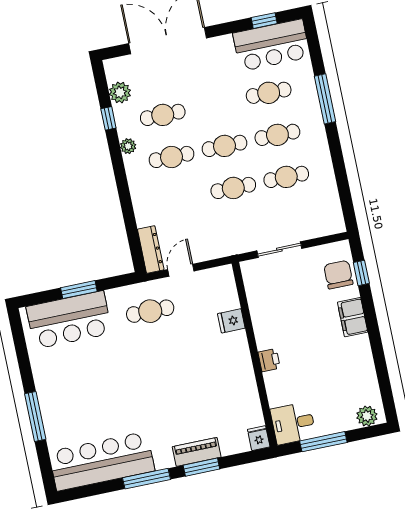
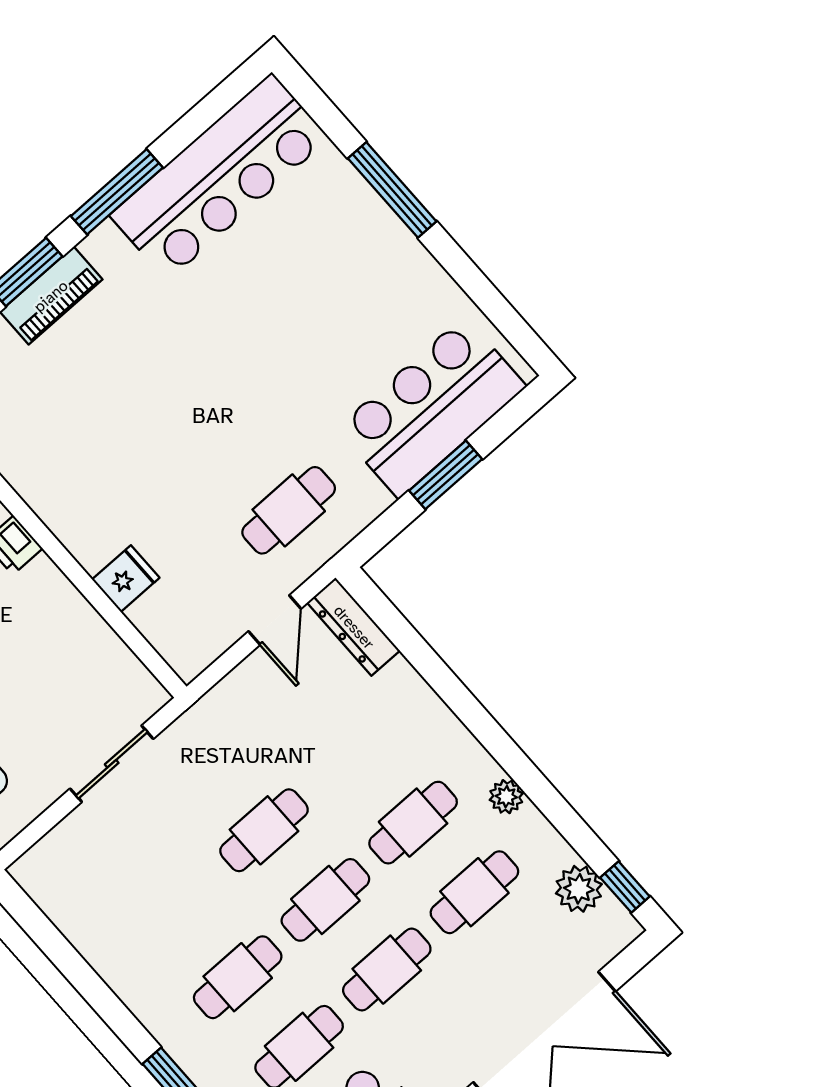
window: (108, 118) -> (625, 887), moved
cafe table: (286, 177) -> (387, 970), moved

